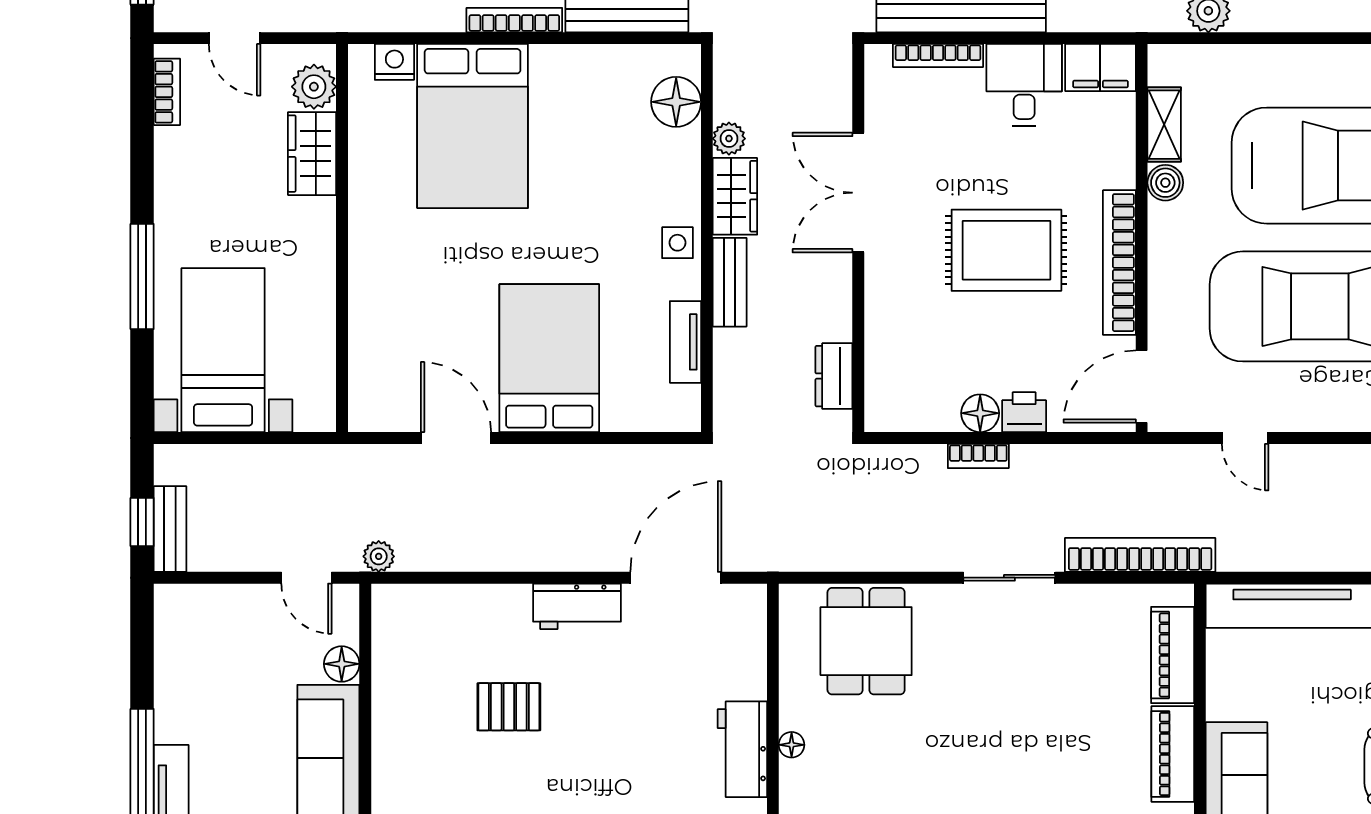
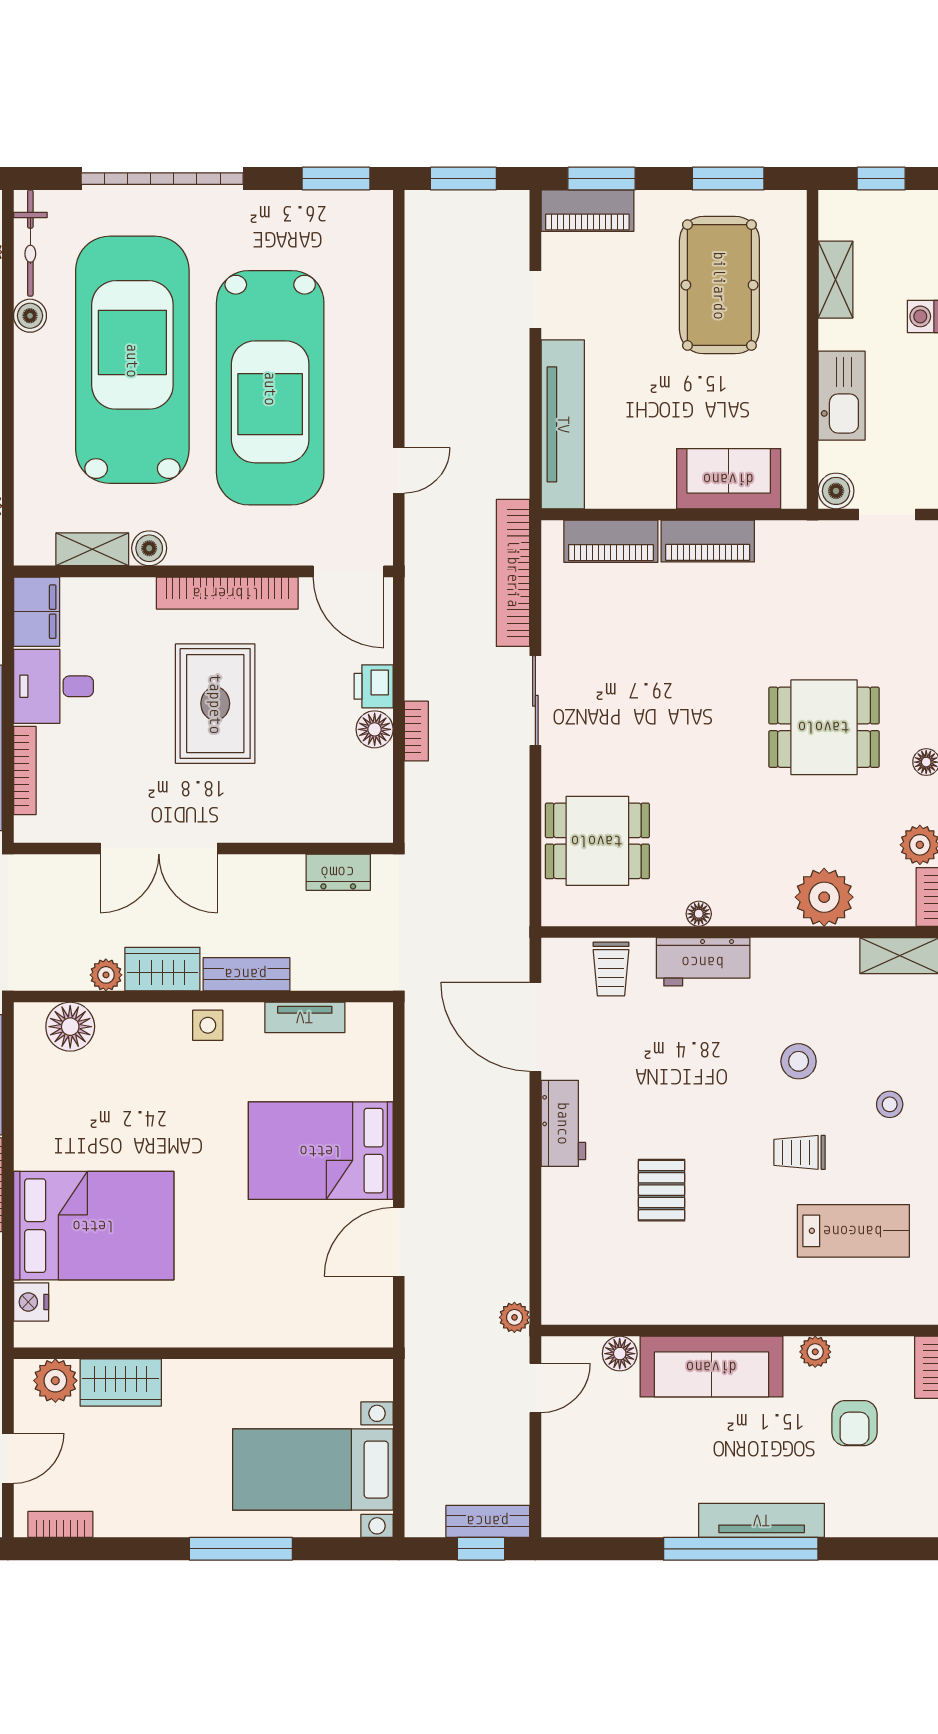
trolley: (735, 655) -> (611, 969), added

